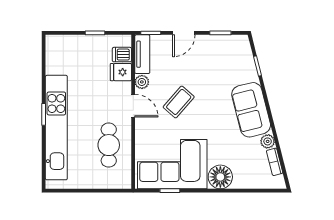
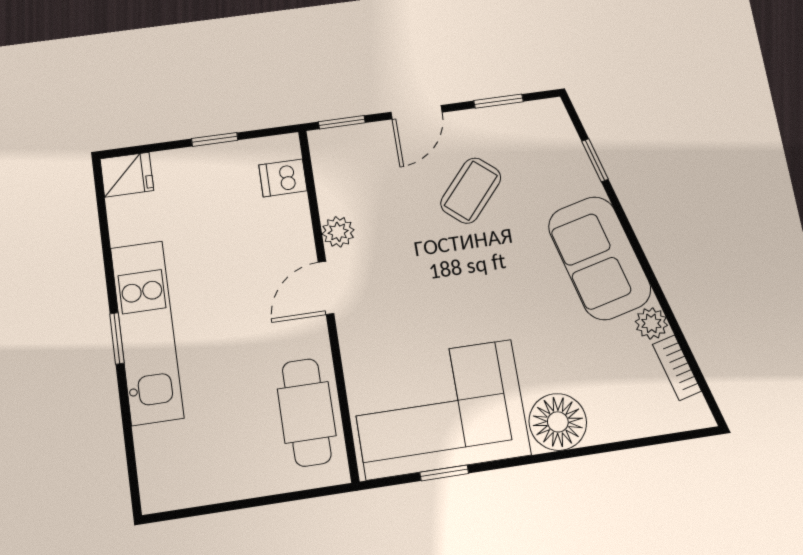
tv unit: (142, 54) -> (330, 171), removed
fridge: (121, 72) -> (127, 175), moved, turned 180
coffee table: (179, 102) -> (471, 190), moved
door: (133, 106) -> (326, 288), swing flipped
kitchen unit: (56, 128) -> (147, 332), width x0.73
cafe table: (109, 145) -> (307, 412), moved

